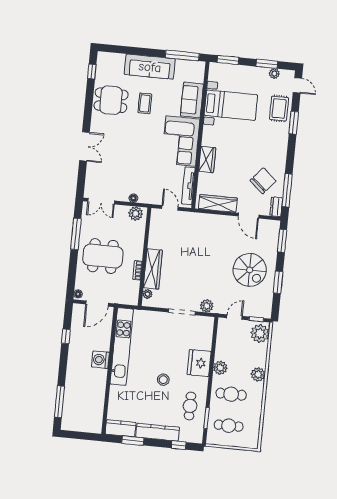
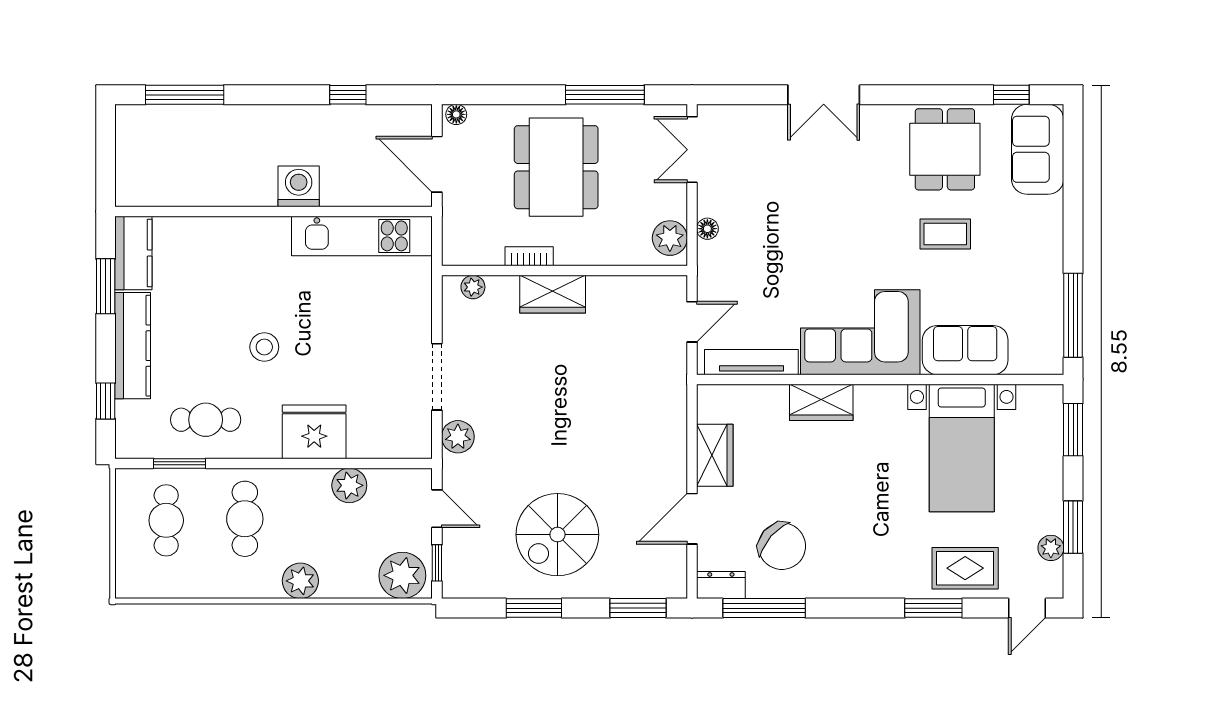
sofa: (150, 67) -> (1038, 149), moved, width x0.73
wardrobe: (218, 203) -> (715, 455), width x0.67
wardrobe: (153, 269) -> (553, 294), width x0.67
kitchen unit: (122, 347) -> (362, 236), width x0.73
plant: (220, 368) -> (349, 485), moved

